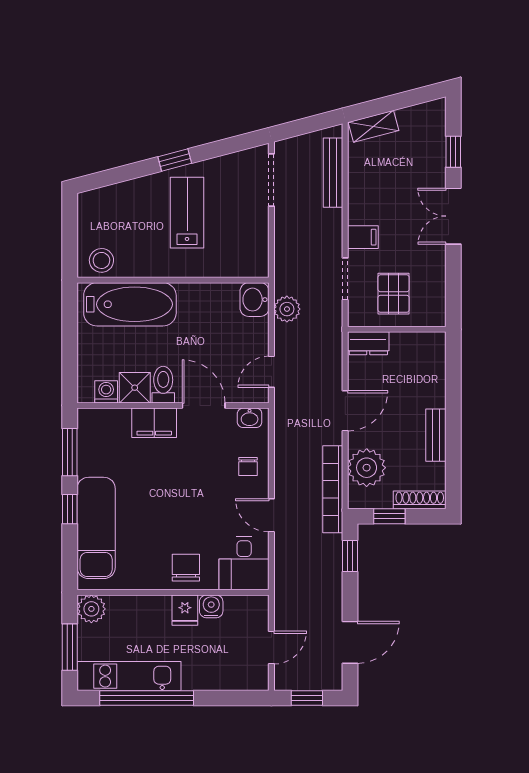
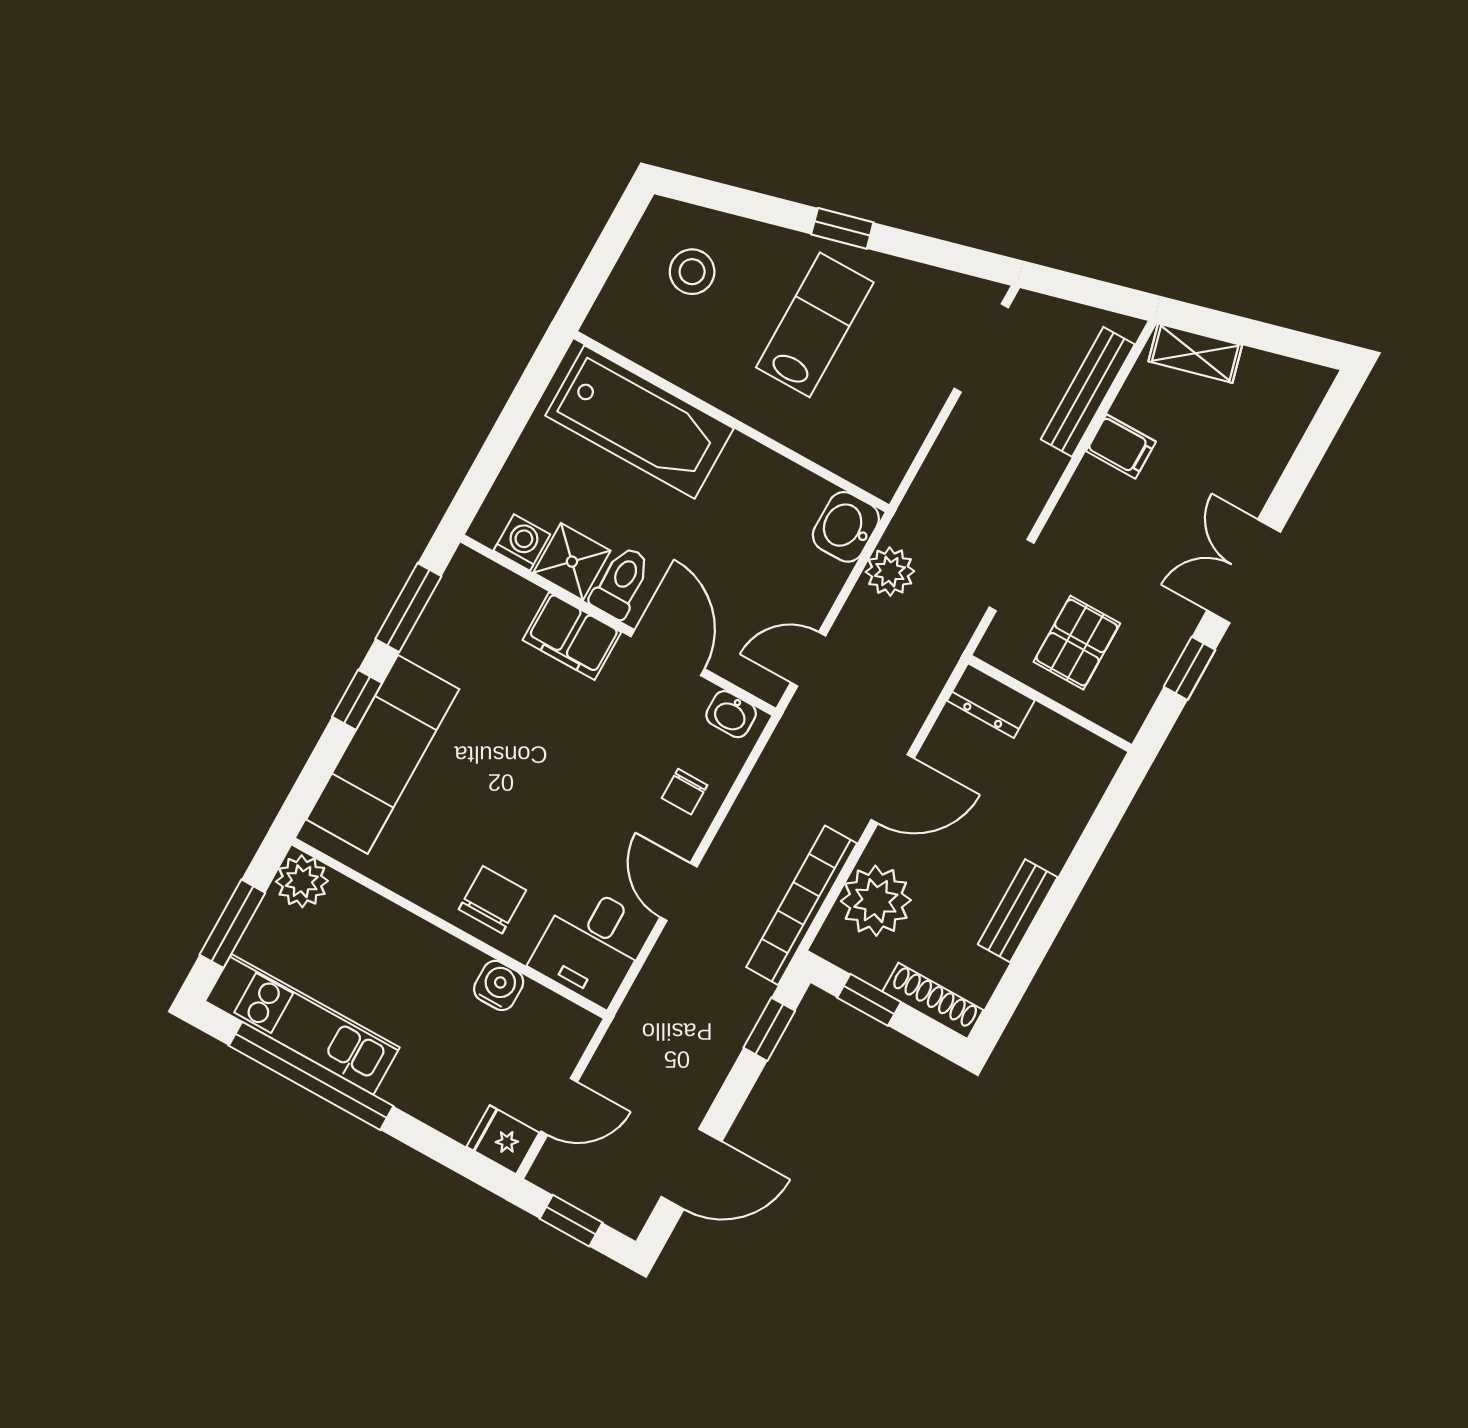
window: (453, 152) -> (1190, 668), moved
filing cabinet: (363, 237) -> (1121, 446), moved
stool: (101, 260) -> (692, 272), moved
fridge: (185, 610) -> (503, 1140), moved, turned 90

